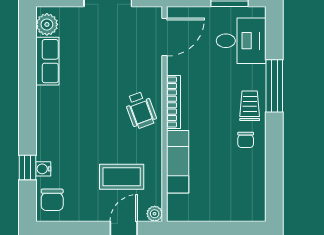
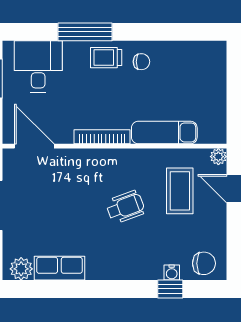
wheelchair: (141, 110) -> (125, 207), moved

